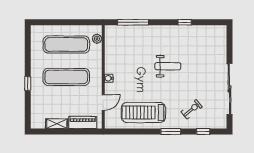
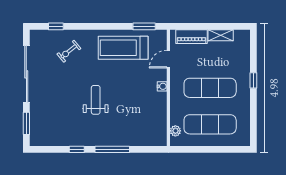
window: (133, 22) -> (112, 149), moved
window: (229, 45) -> (26, 123), added
weight bench: (168, 66) -> (96, 100), turned 90
treadmill: (143, 113) -> (123, 48), turned 180
window: (171, 132) -> (144, 26), moved

